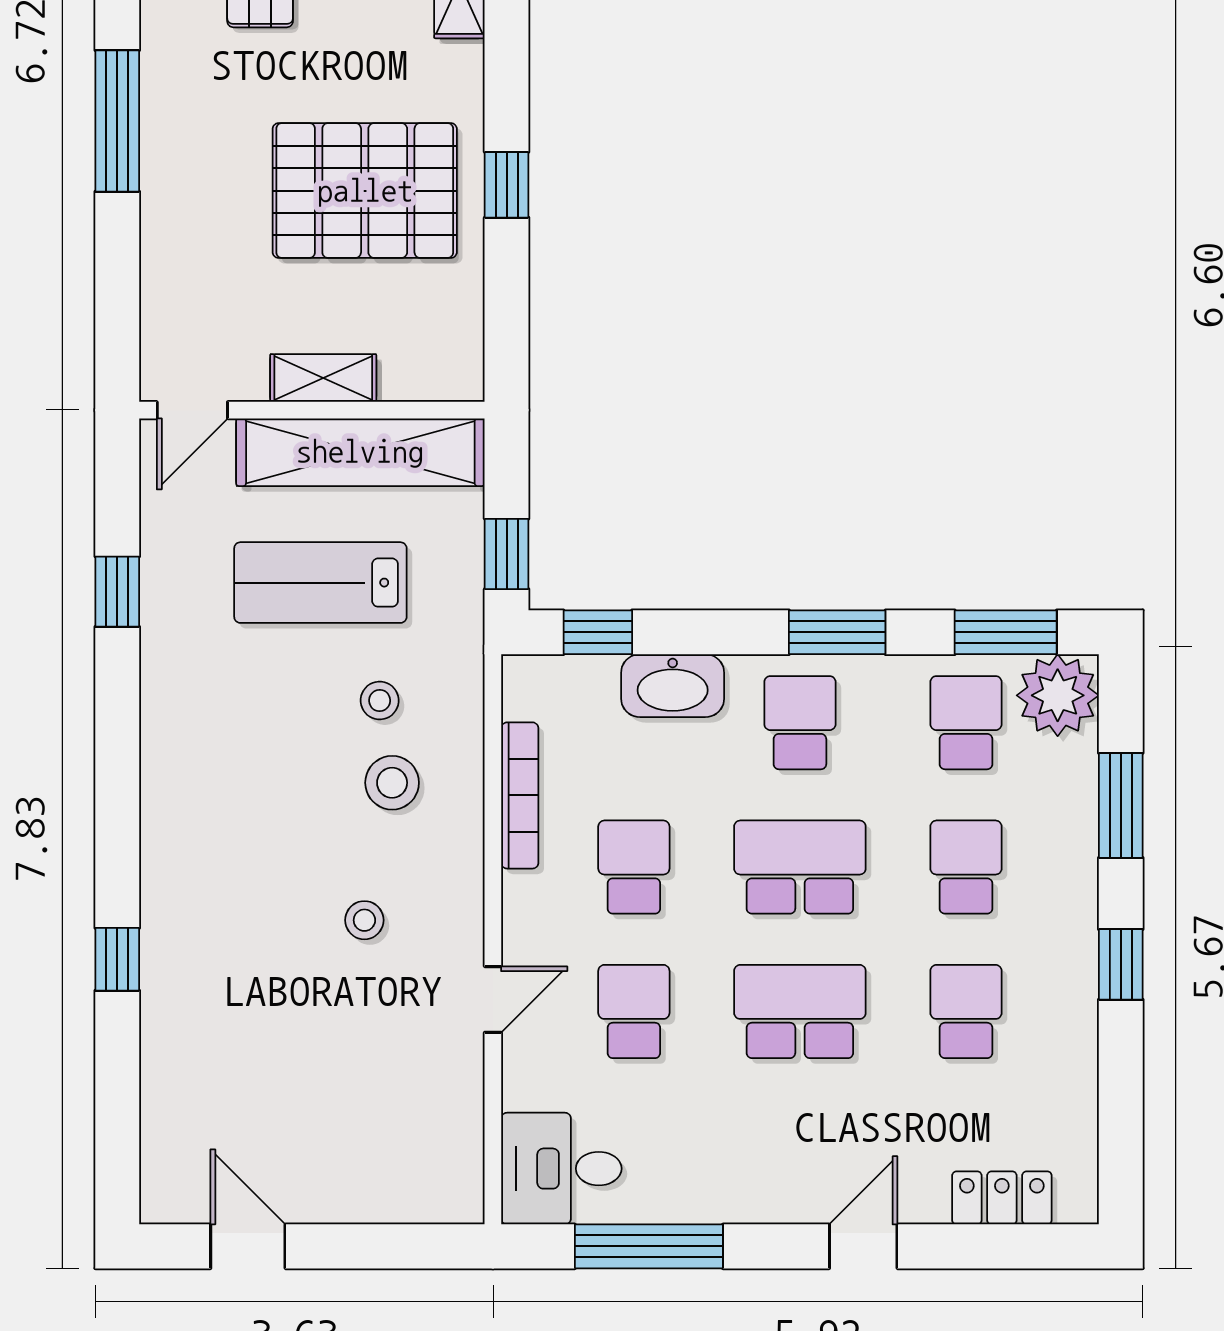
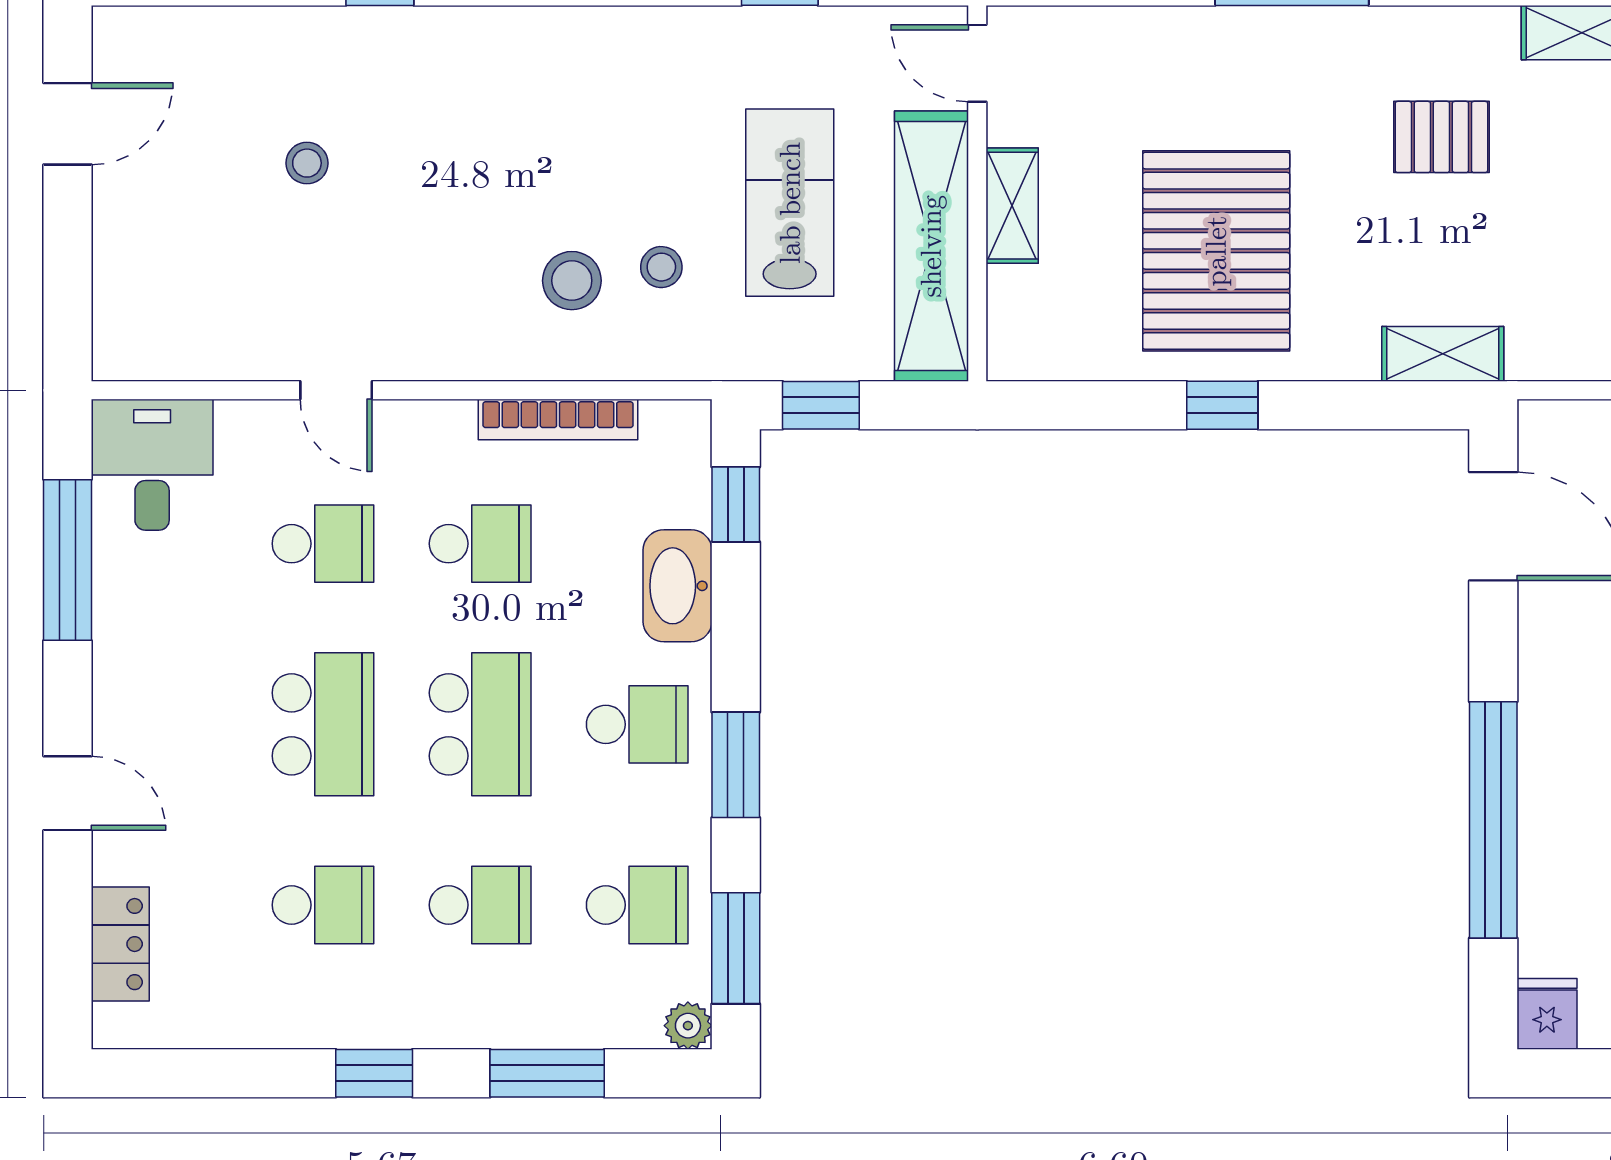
plant: (1058, 695) -> (688, 1026), width x0.53, depth x0.53
stool: (364, 920) -> (307, 163), moved

